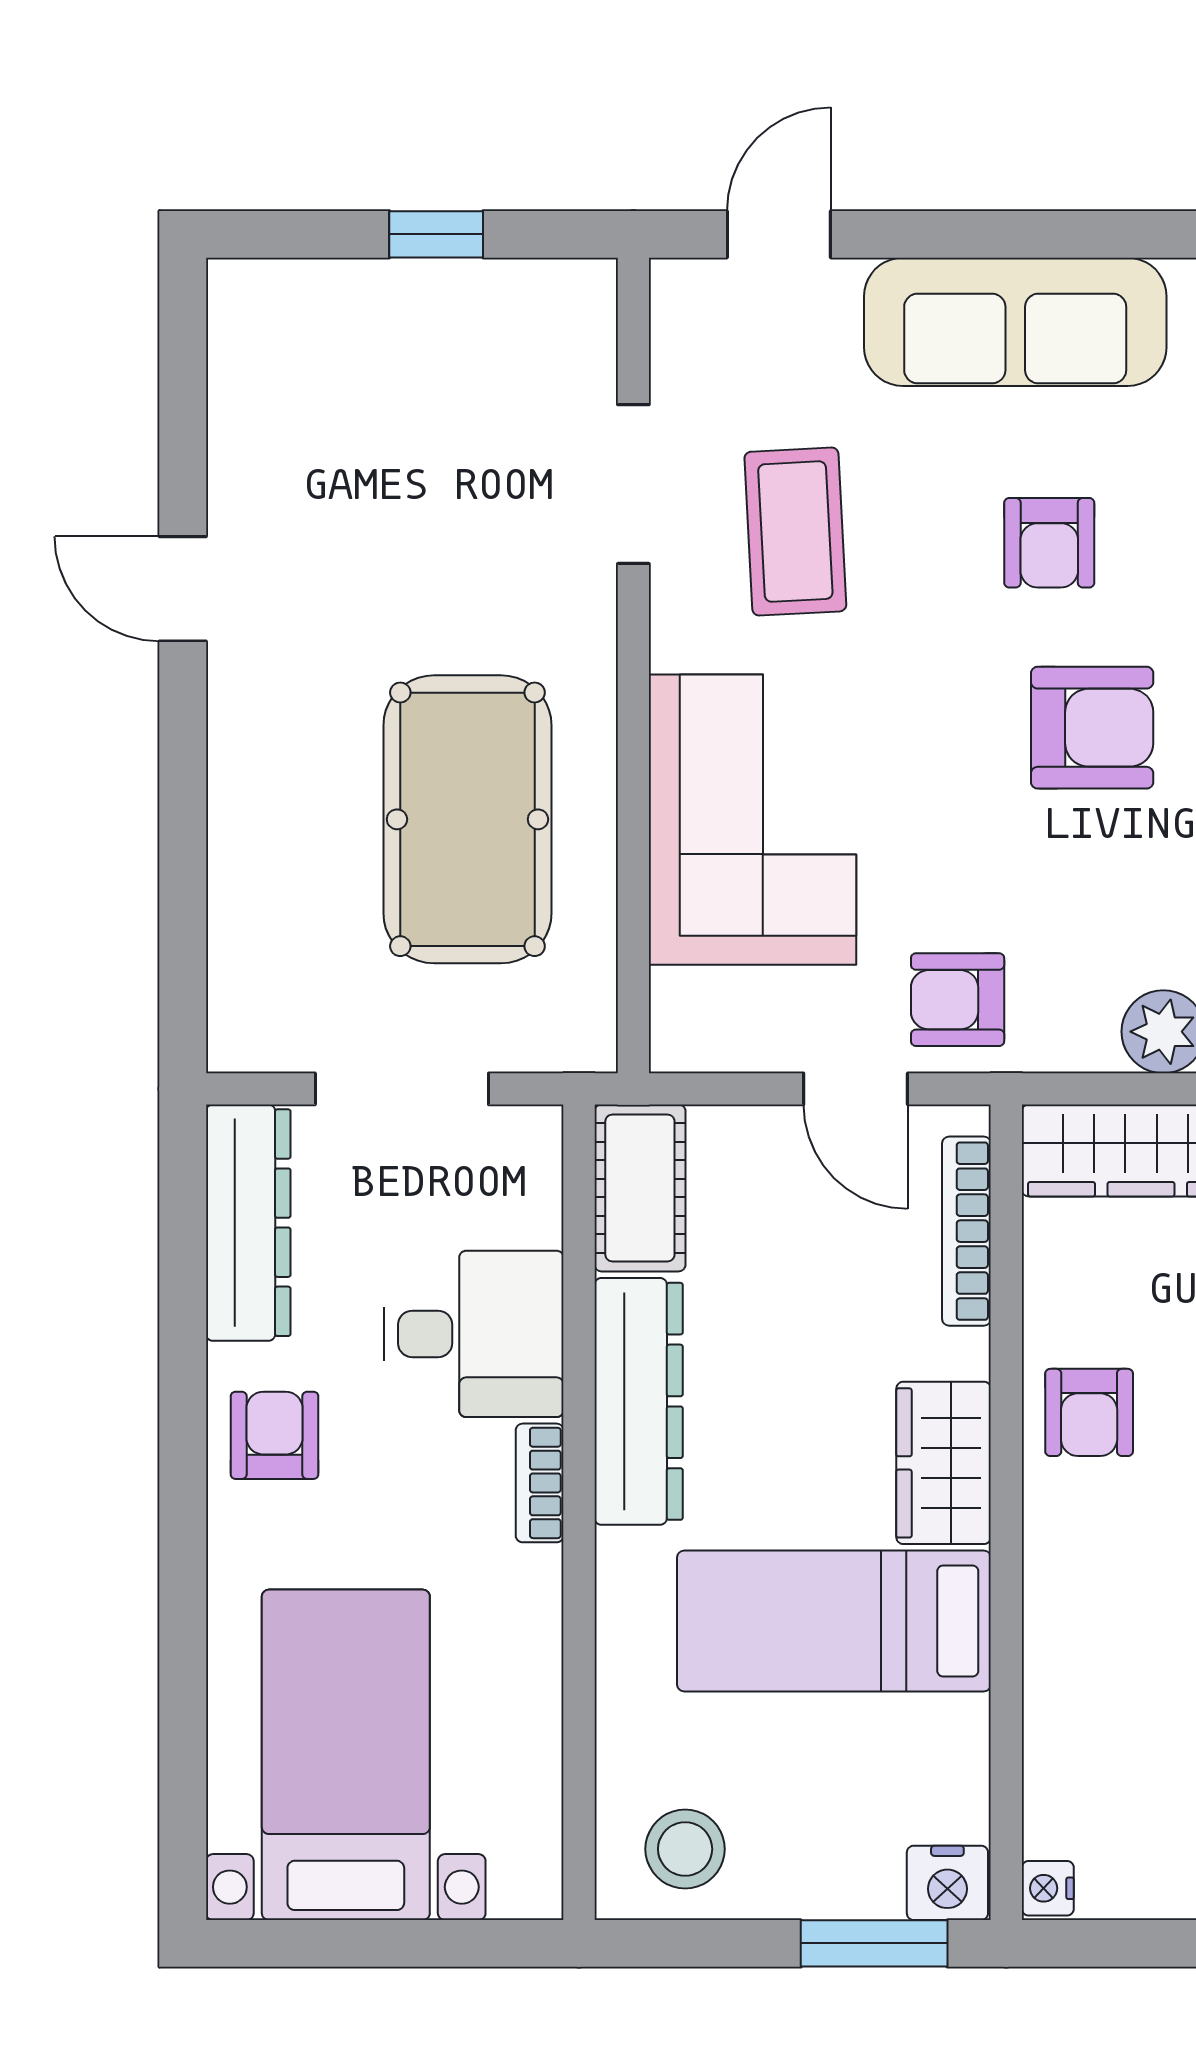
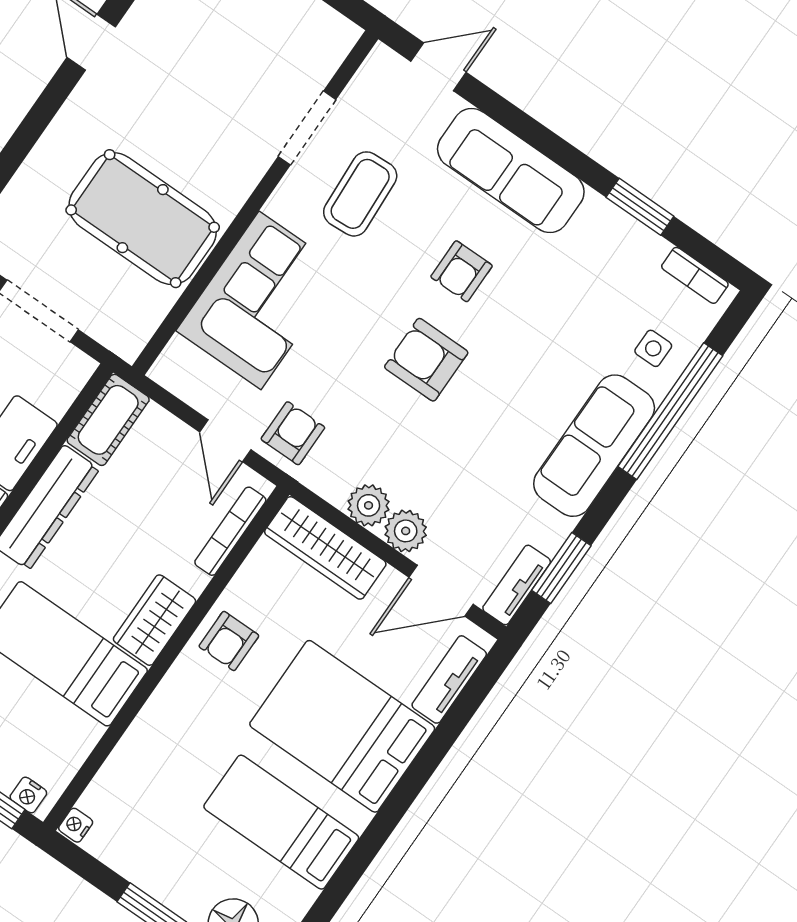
armchair: (1092, 728) -> (426, 360), turned 180
pool table: (467, 819) -> (143, 219), turned 90
armchair: (958, 1000) -> (293, 433), turned 90
nightstand: (947, 1883) -> (28, 795), width x0.72, depth x0.74

